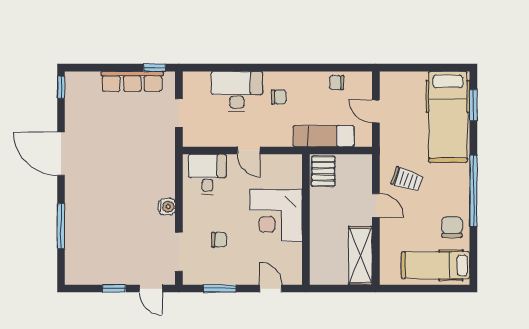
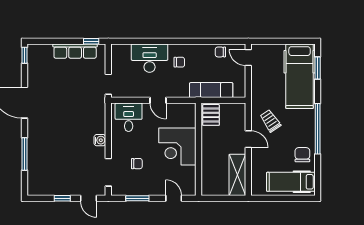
door: (376, 111) -> (248, 57), moved
doorway: (179, 113) -> (108, 84), moved
trolley: (407, 179) -> (270, 121), turned -143

